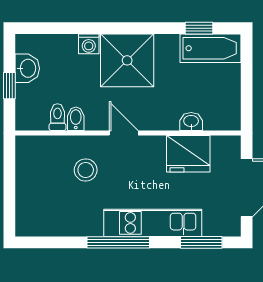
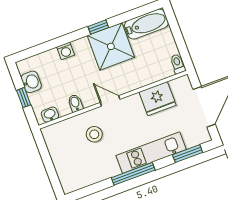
window: (199, 28) -> (98, 27), moved
shower: (127, 60) -> (111, 46), moved
toilet: (57, 117) -> (178, 64), moved
washbasin: (191, 122) -> (50, 115), moved

